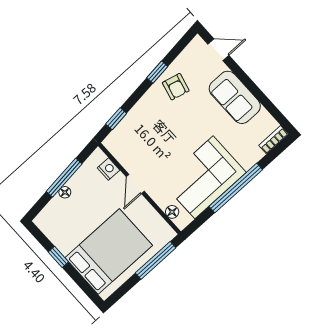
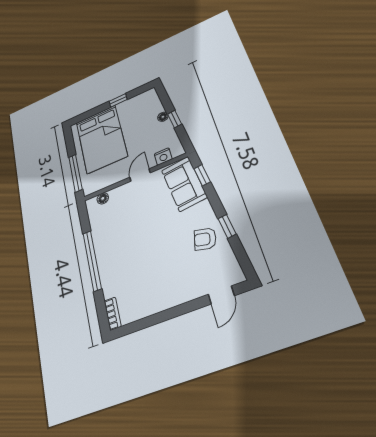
sofa: (235, 97) -> (184, 184), moved, turned -96
corner sofa: (204, 177) -> (115, 236), removed
window: (64, 178) -> (175, 119), width x0.46
door: (135, 184) -> (140, 175), hinge flipped

